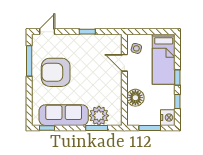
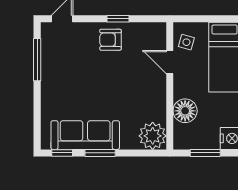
armchair: (56, 72) -> (110, 40), moved, width x0.53, depth x0.53
plant: (99, 116) -> (153, 136), moved
window: (97, 128) -> (100, 153), moved

